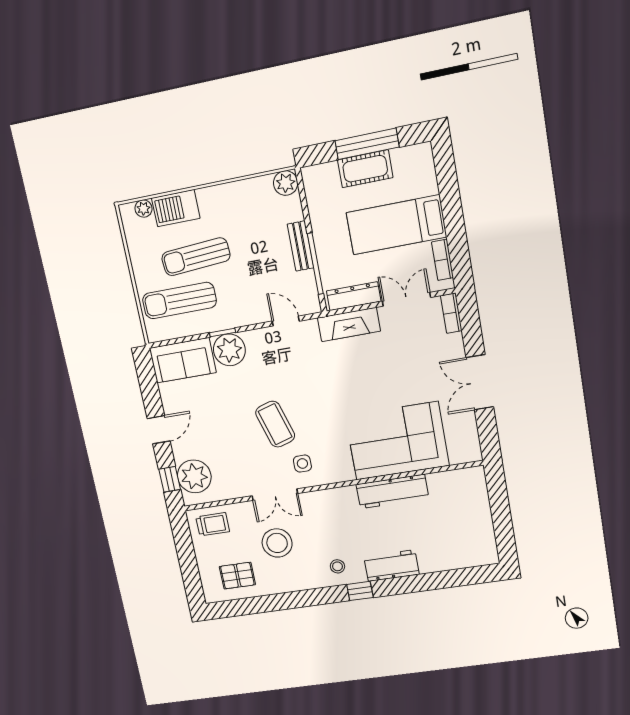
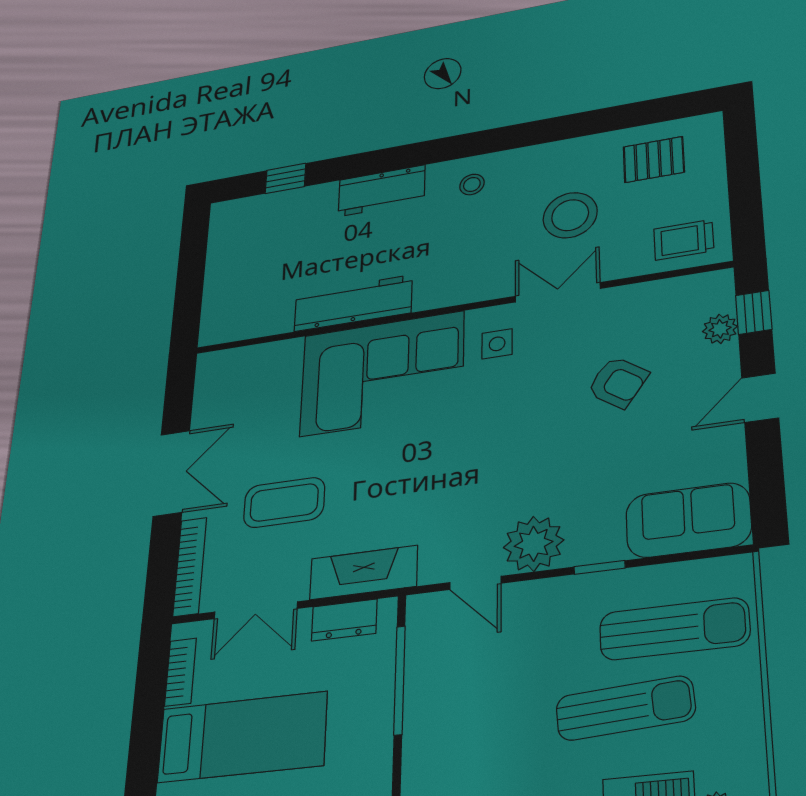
bench: (300, 246) -> (420, 713), removed
dresser: (354, 296) -> (344, 620), width x0.70
bookcase: (451, 313) -> (190, 567), width x1.56
plant: (229, 350) -> (534, 544), moved
coffee table: (275, 424) -> (284, 502), moved, turned -73
armchair: (232, 439) -> (618, 382), added
corner sofa: (397, 441) -> (382, 374), moved
plant: (194, 476) -> (720, 329), width x0.53, depth x0.53
window: (360, 591) -> (286, 178), moved

